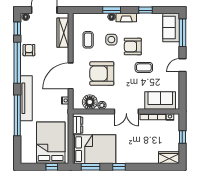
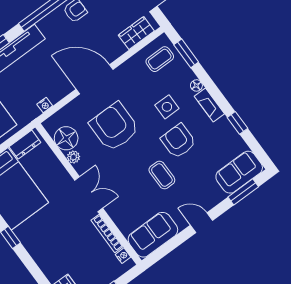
window: (112, 10) -> (186, 53), moved
wardrobe: (63, 33) -> (136, 33), width x0.67
window: (182, 33) -> (243, 192), width x0.69
coffee table: (88, 40) -> (160, 59), moved
door: (71, 76) -> (95, 79), moved
sofa: (160, 101) -> (153, 235), moved, turned -90
double door: (126, 111) -> (89, 194), swing flipped

